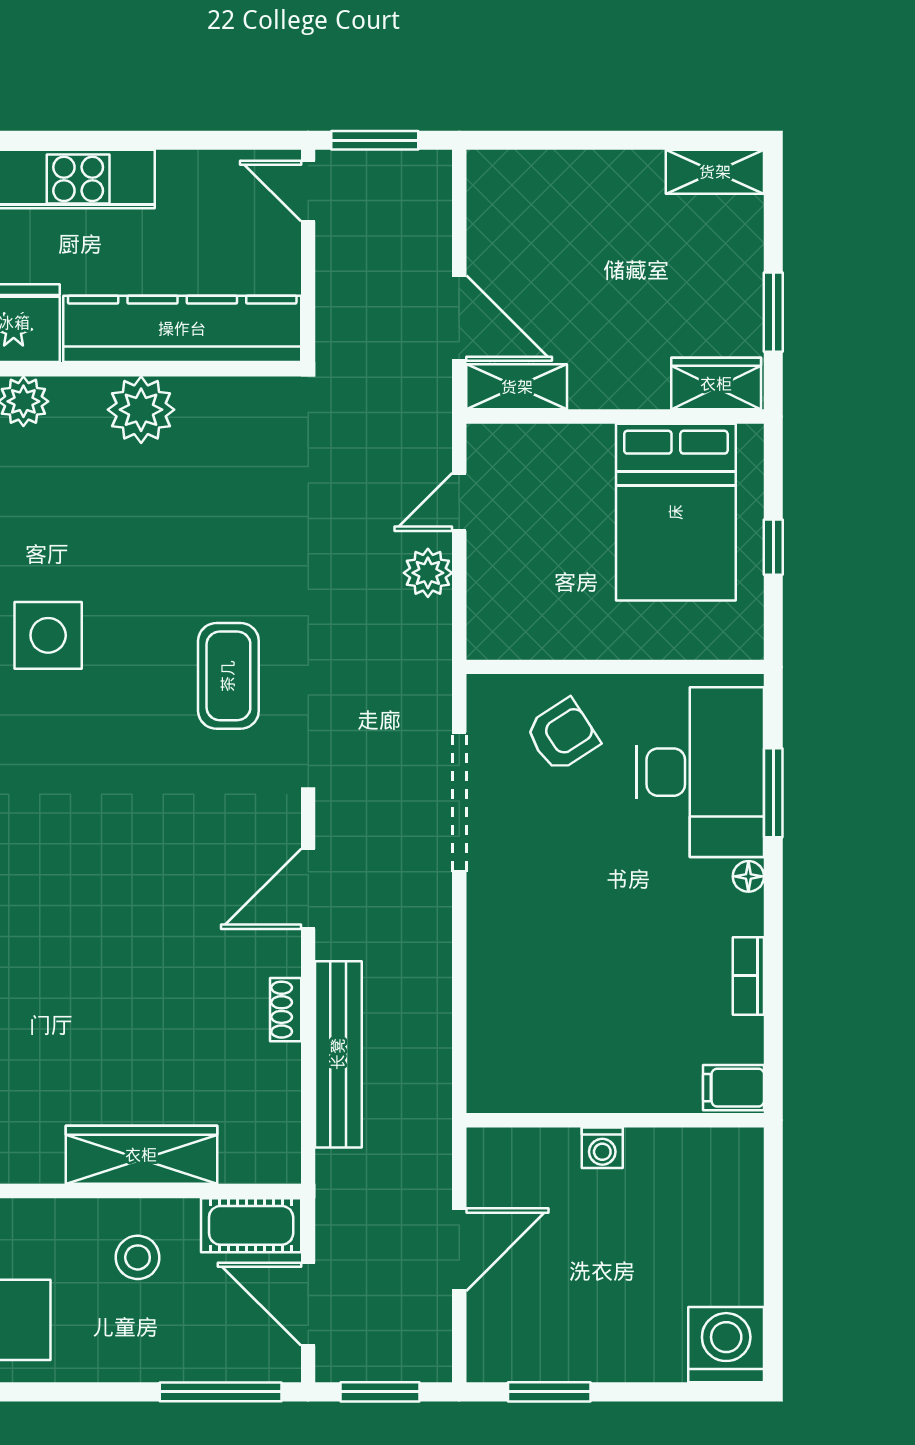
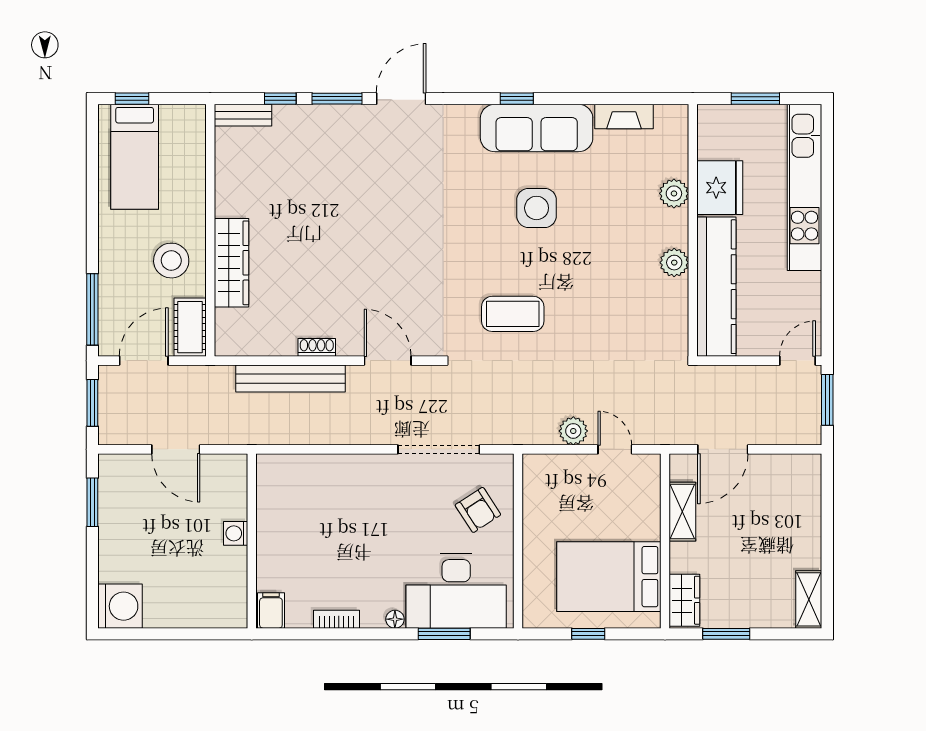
shelving: (517, 387) -> (682, 512), moved
plant: (141, 410) -> (674, 263), width x0.73, depth x0.73
stool: (138, 1257) -> (171, 261), width x1.38, depth x1.38

